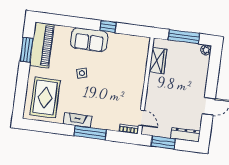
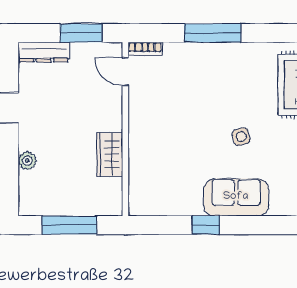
plant: (206, 50) -> (27, 161), moved
wardrobe: (158, 61) -> (110, 154), moved
fireplace: (77, 120) -> (238, 52), removed

